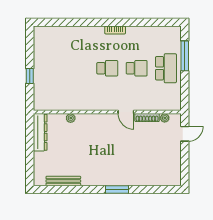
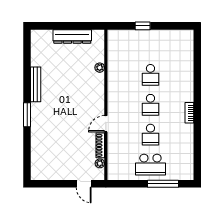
school desk: (78, 68) -> (150, 75), added
dresser: (40, 132) -> (72, 36), moved
bench: (63, 181) -> (36, 84), moved

